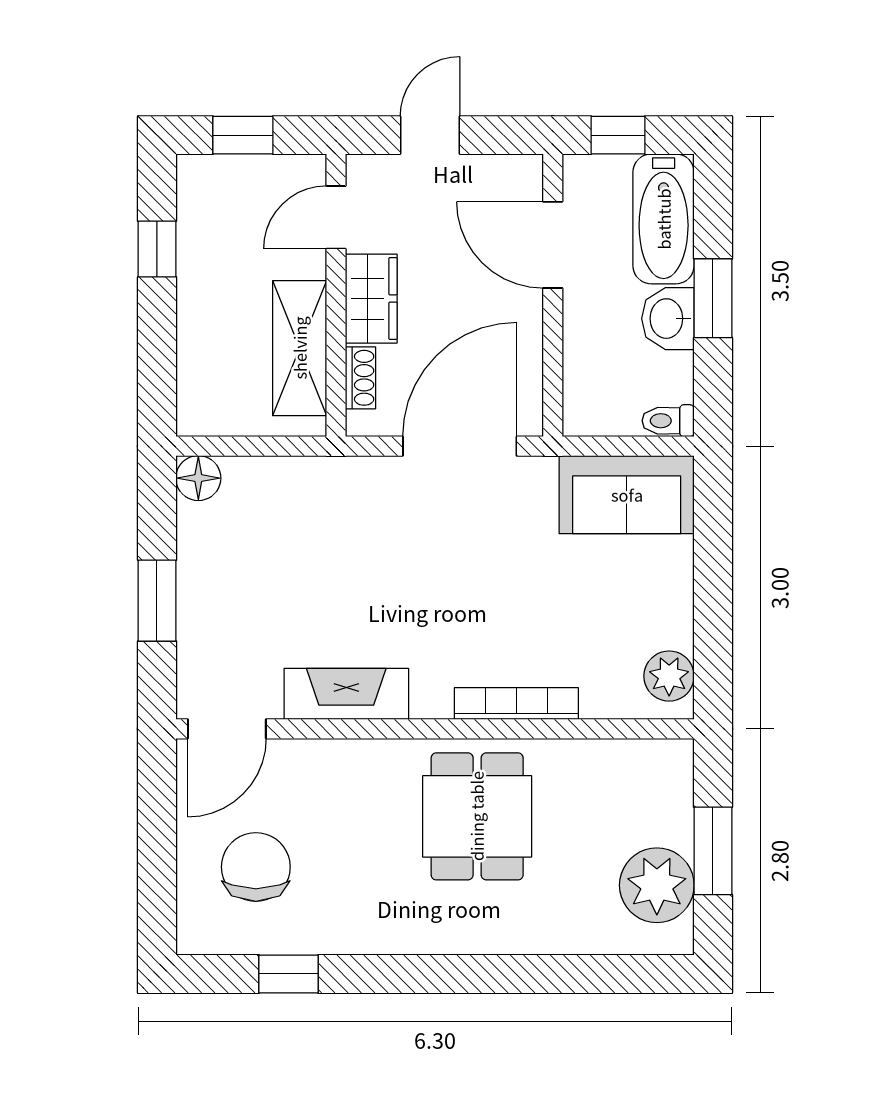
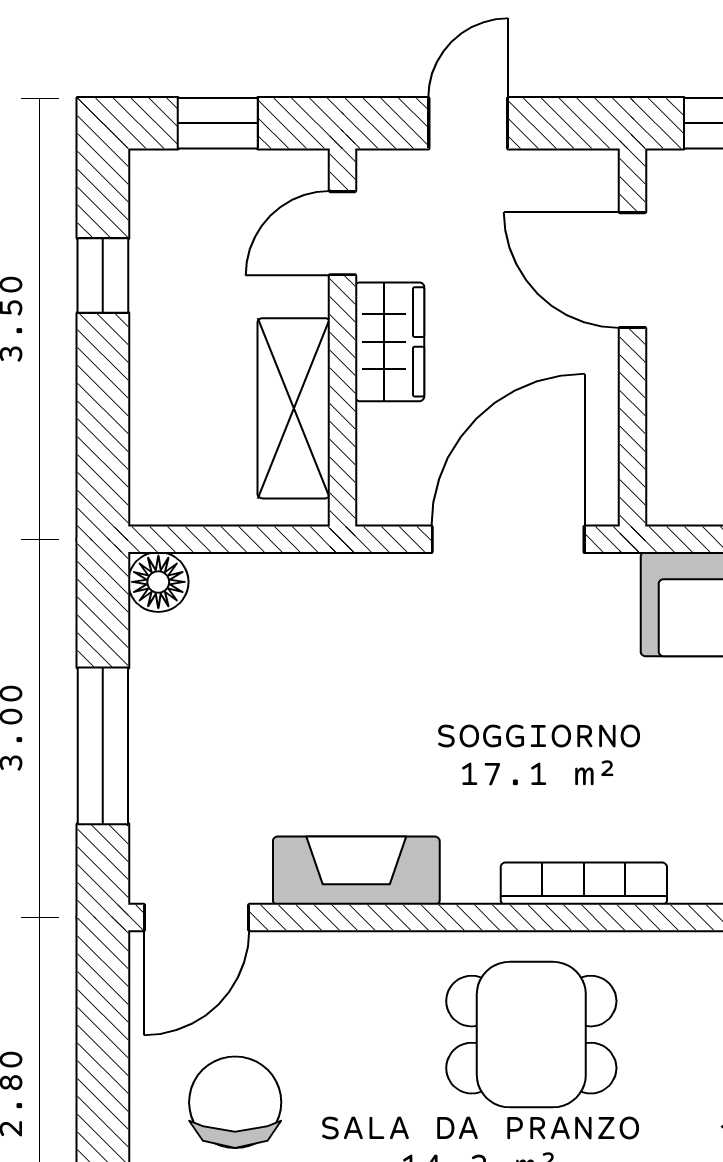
shoe rack: (360, 378) -> (375, 448), removed
window: (157, 601) -> (103, 746), width x1.44
dining table: (477, 816) -> (531, 1035), turned 90

